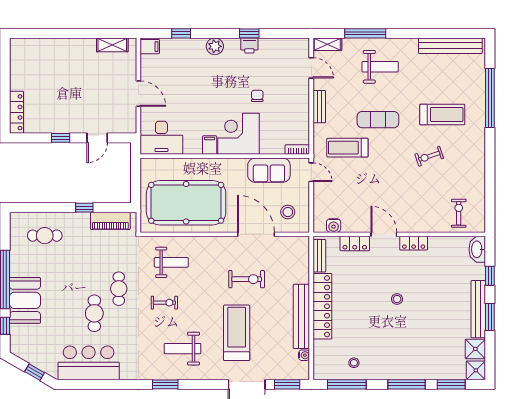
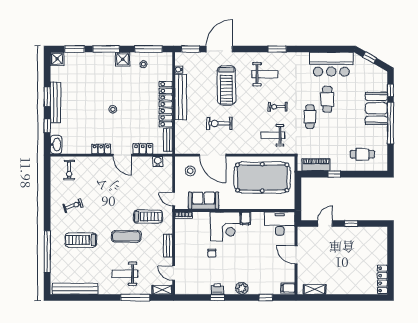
locker: (16, 112) -> (382, 279), moved
exercise bike: (429, 156) -> (73, 206), moved
shower: (475, 349) -> (123, 59), moved

